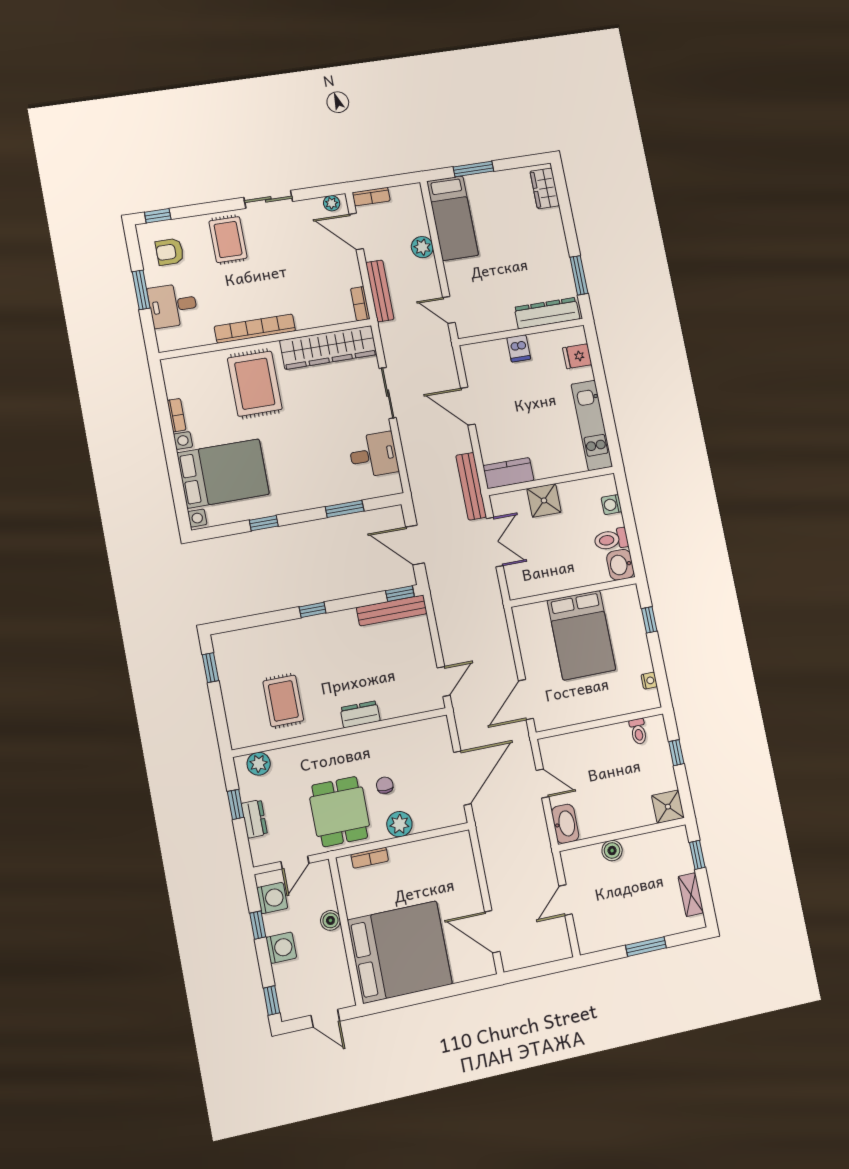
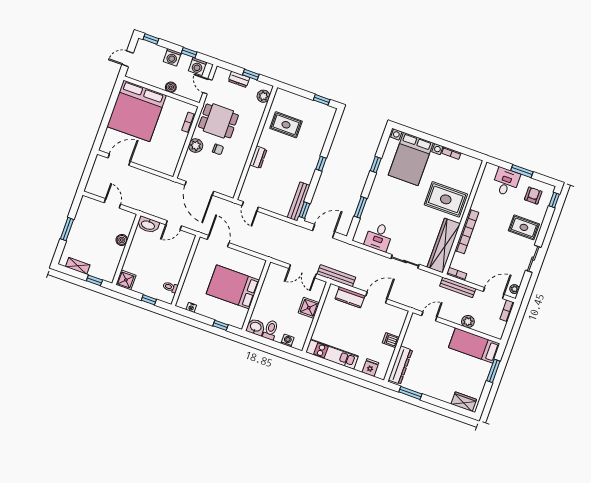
bookcase: (255, 329) -> (467, 232), moved
kitchen counter: (508, 473) -> (350, 297), moved, turned 90

